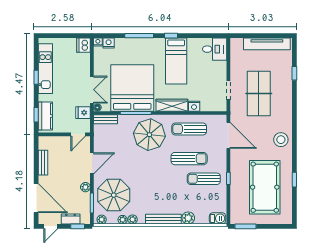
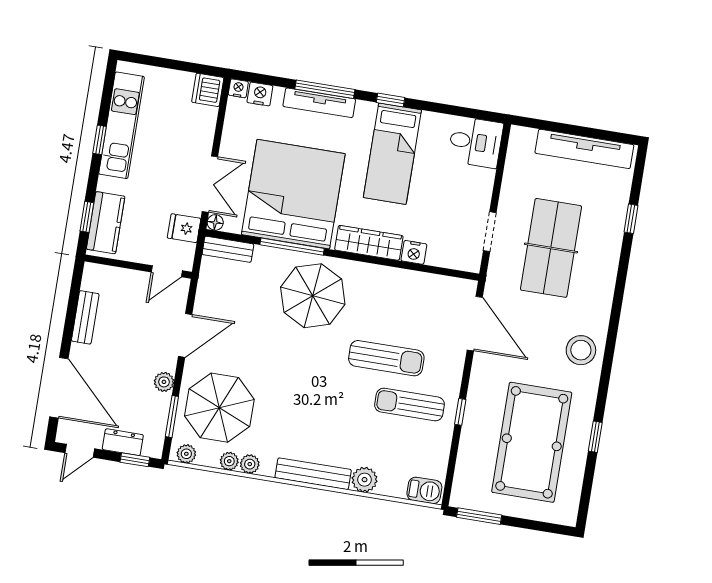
tv unit: (137, 43) -> (319, 103), added
sun lounger: (189, 129) -> (396, 298), removed

